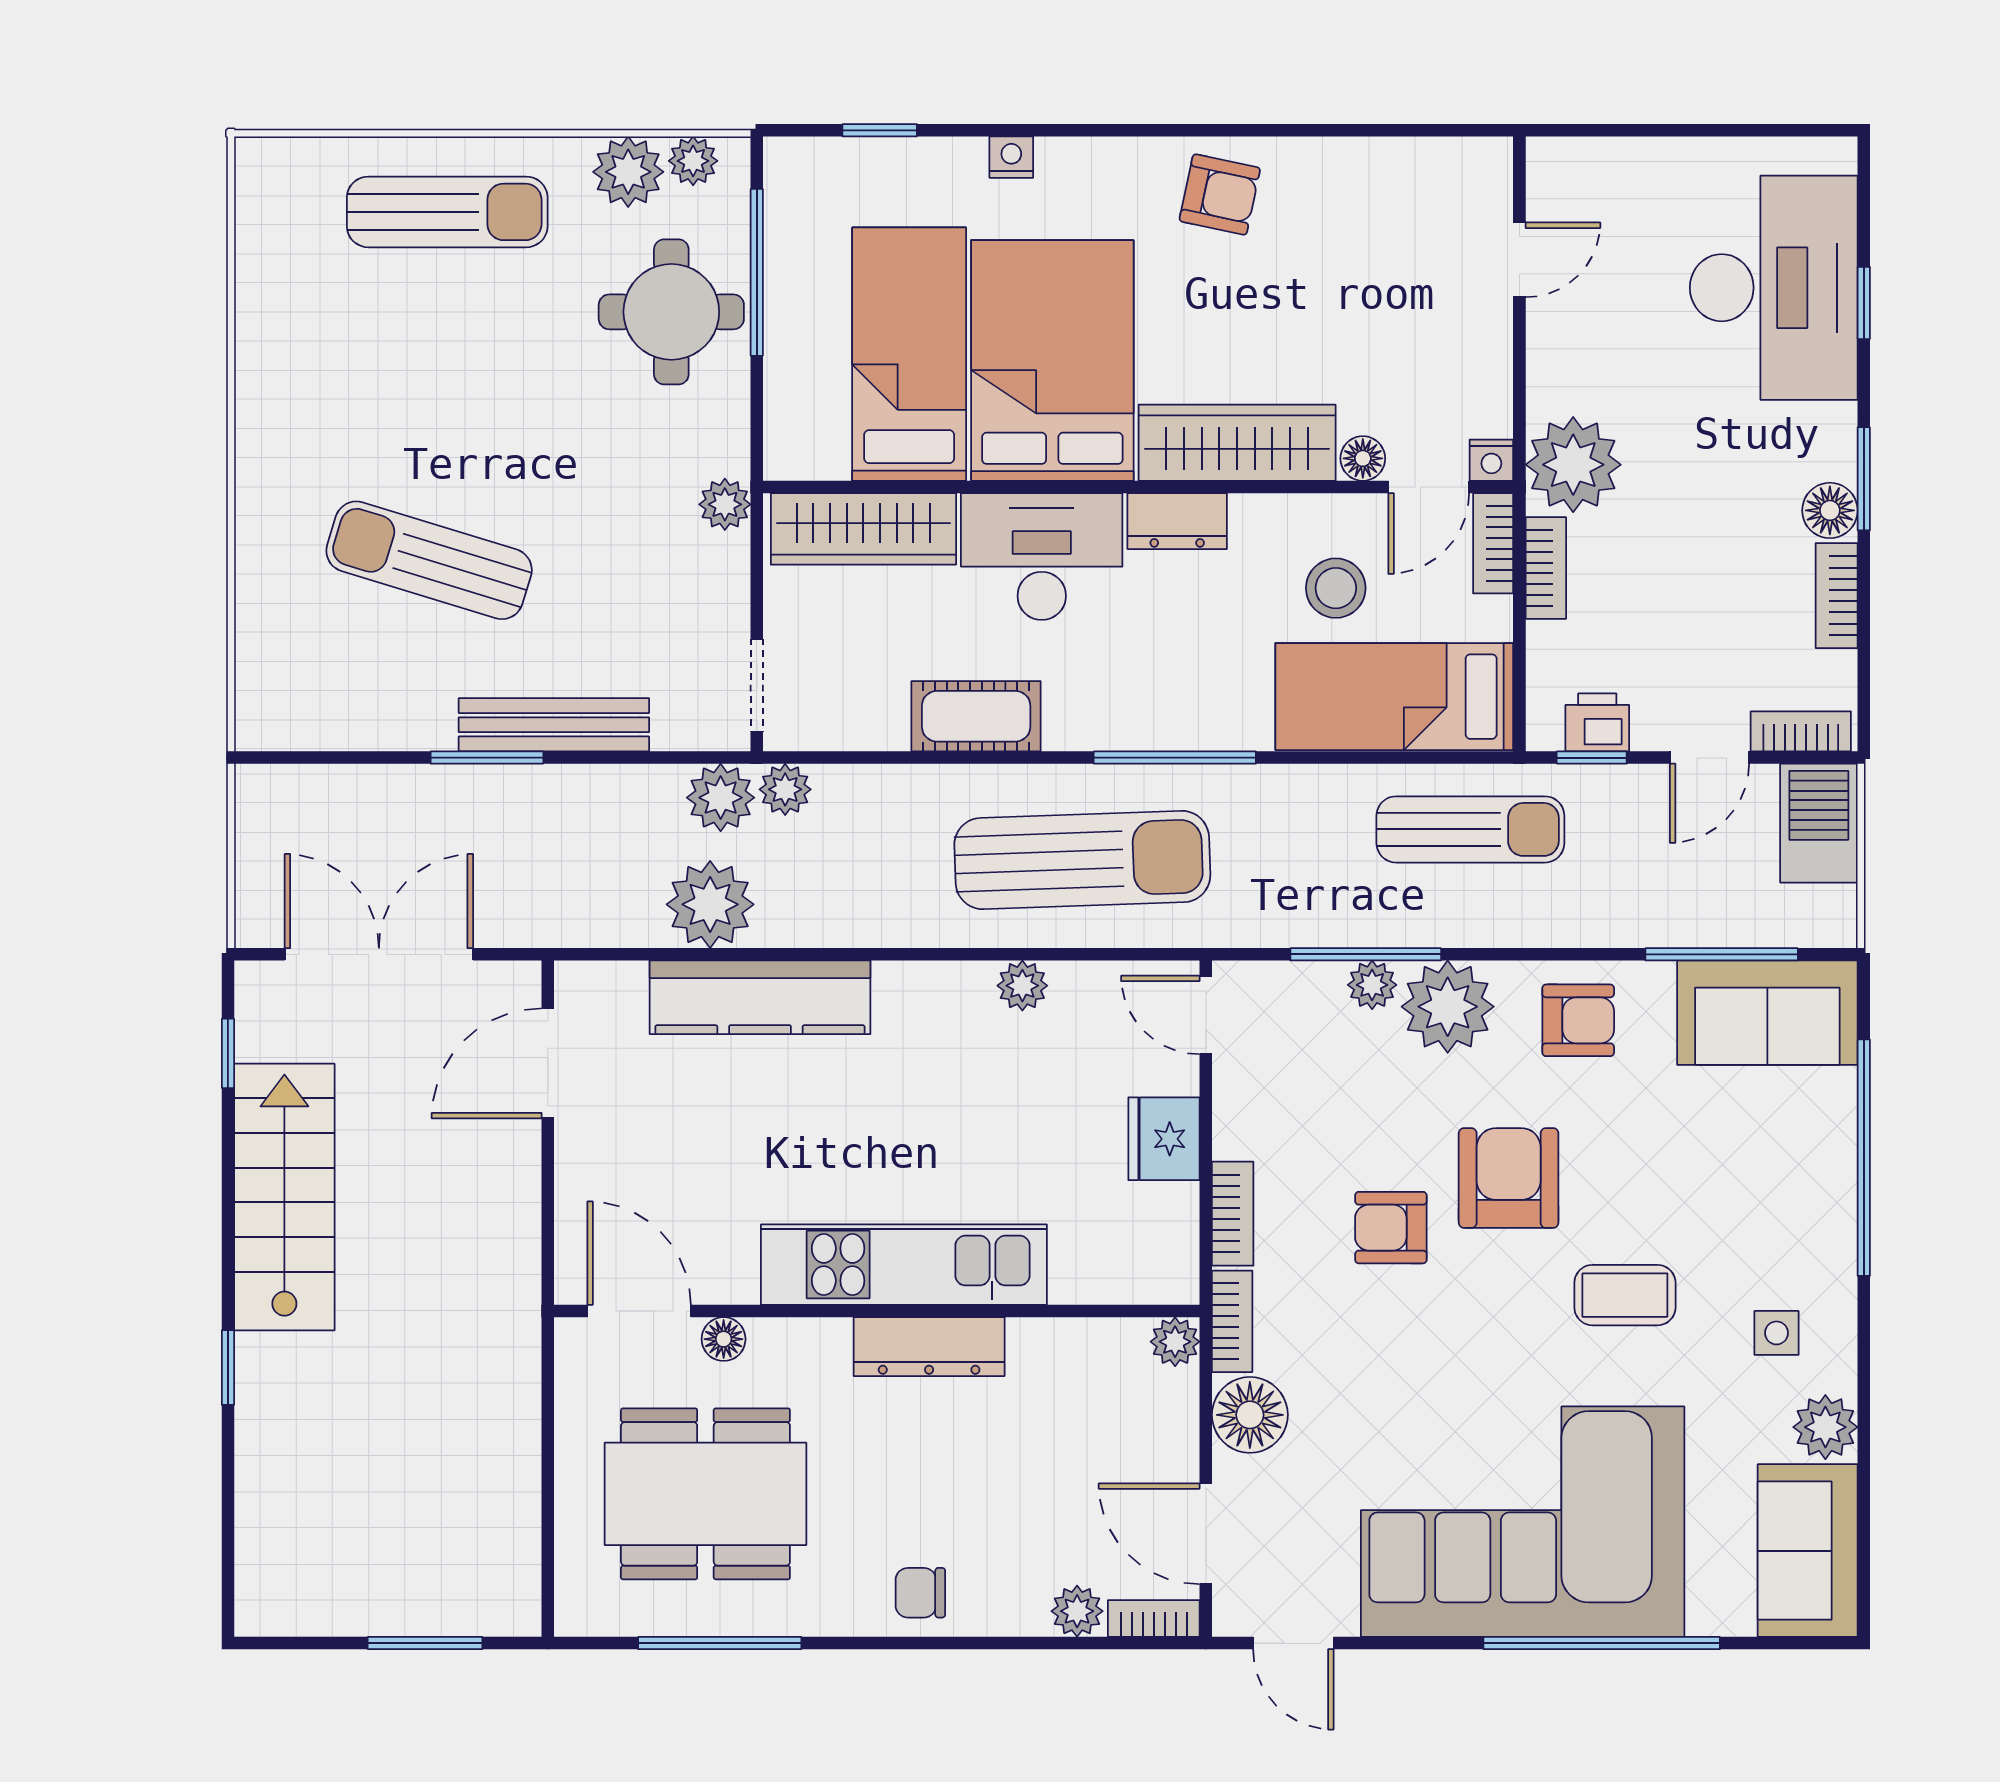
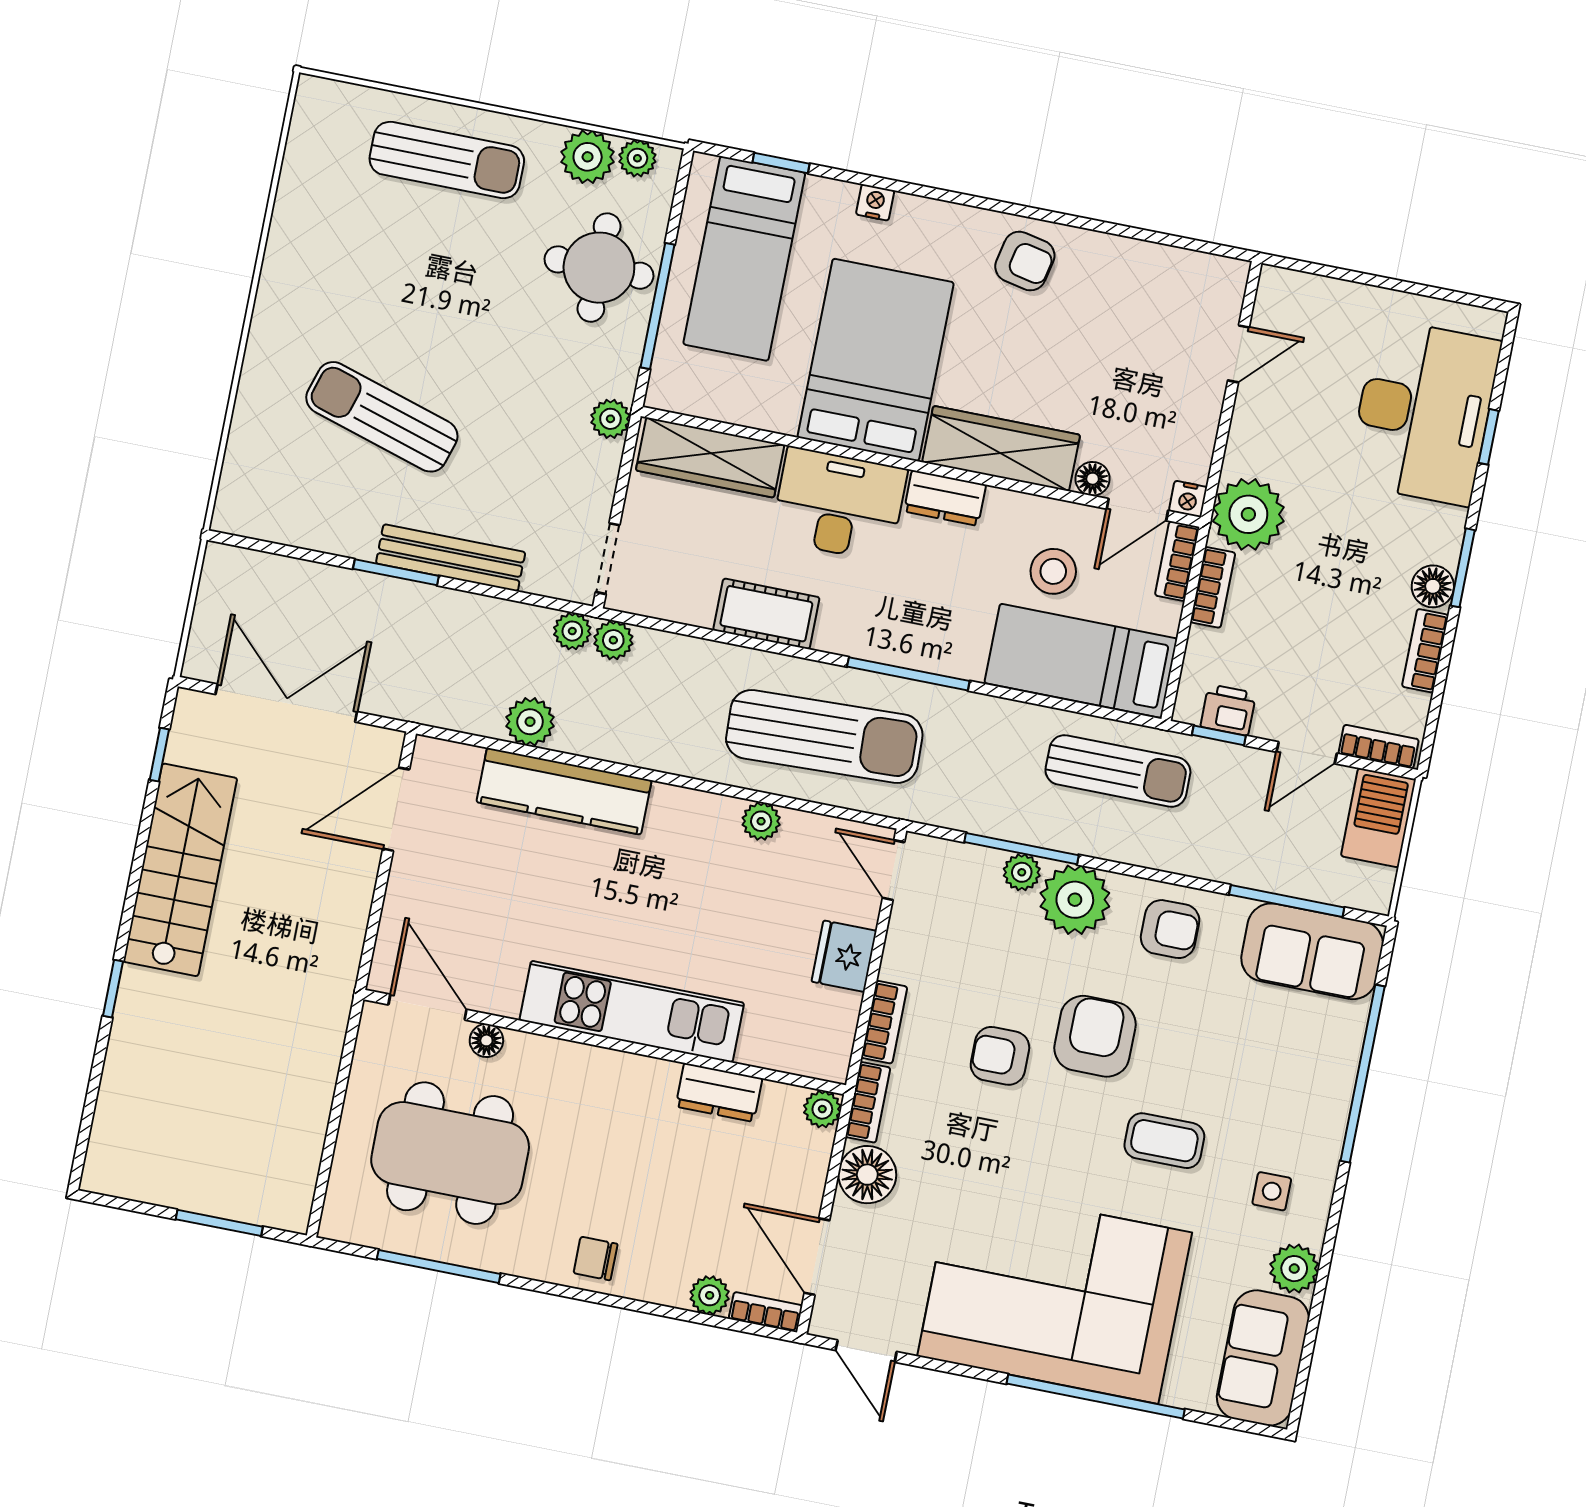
window: (757, 272) -> (658, 306), moved
bed: (909, 354) -> (744, 259), moved, turned 180
plant: (721, 798) -> (572, 631), width x0.73, depth x0.73
plant: (710, 904) -> (530, 722), width x0.73, depth x0.73
dresser: (929, 1347) -> (719, 1092), moved, width x0.70

